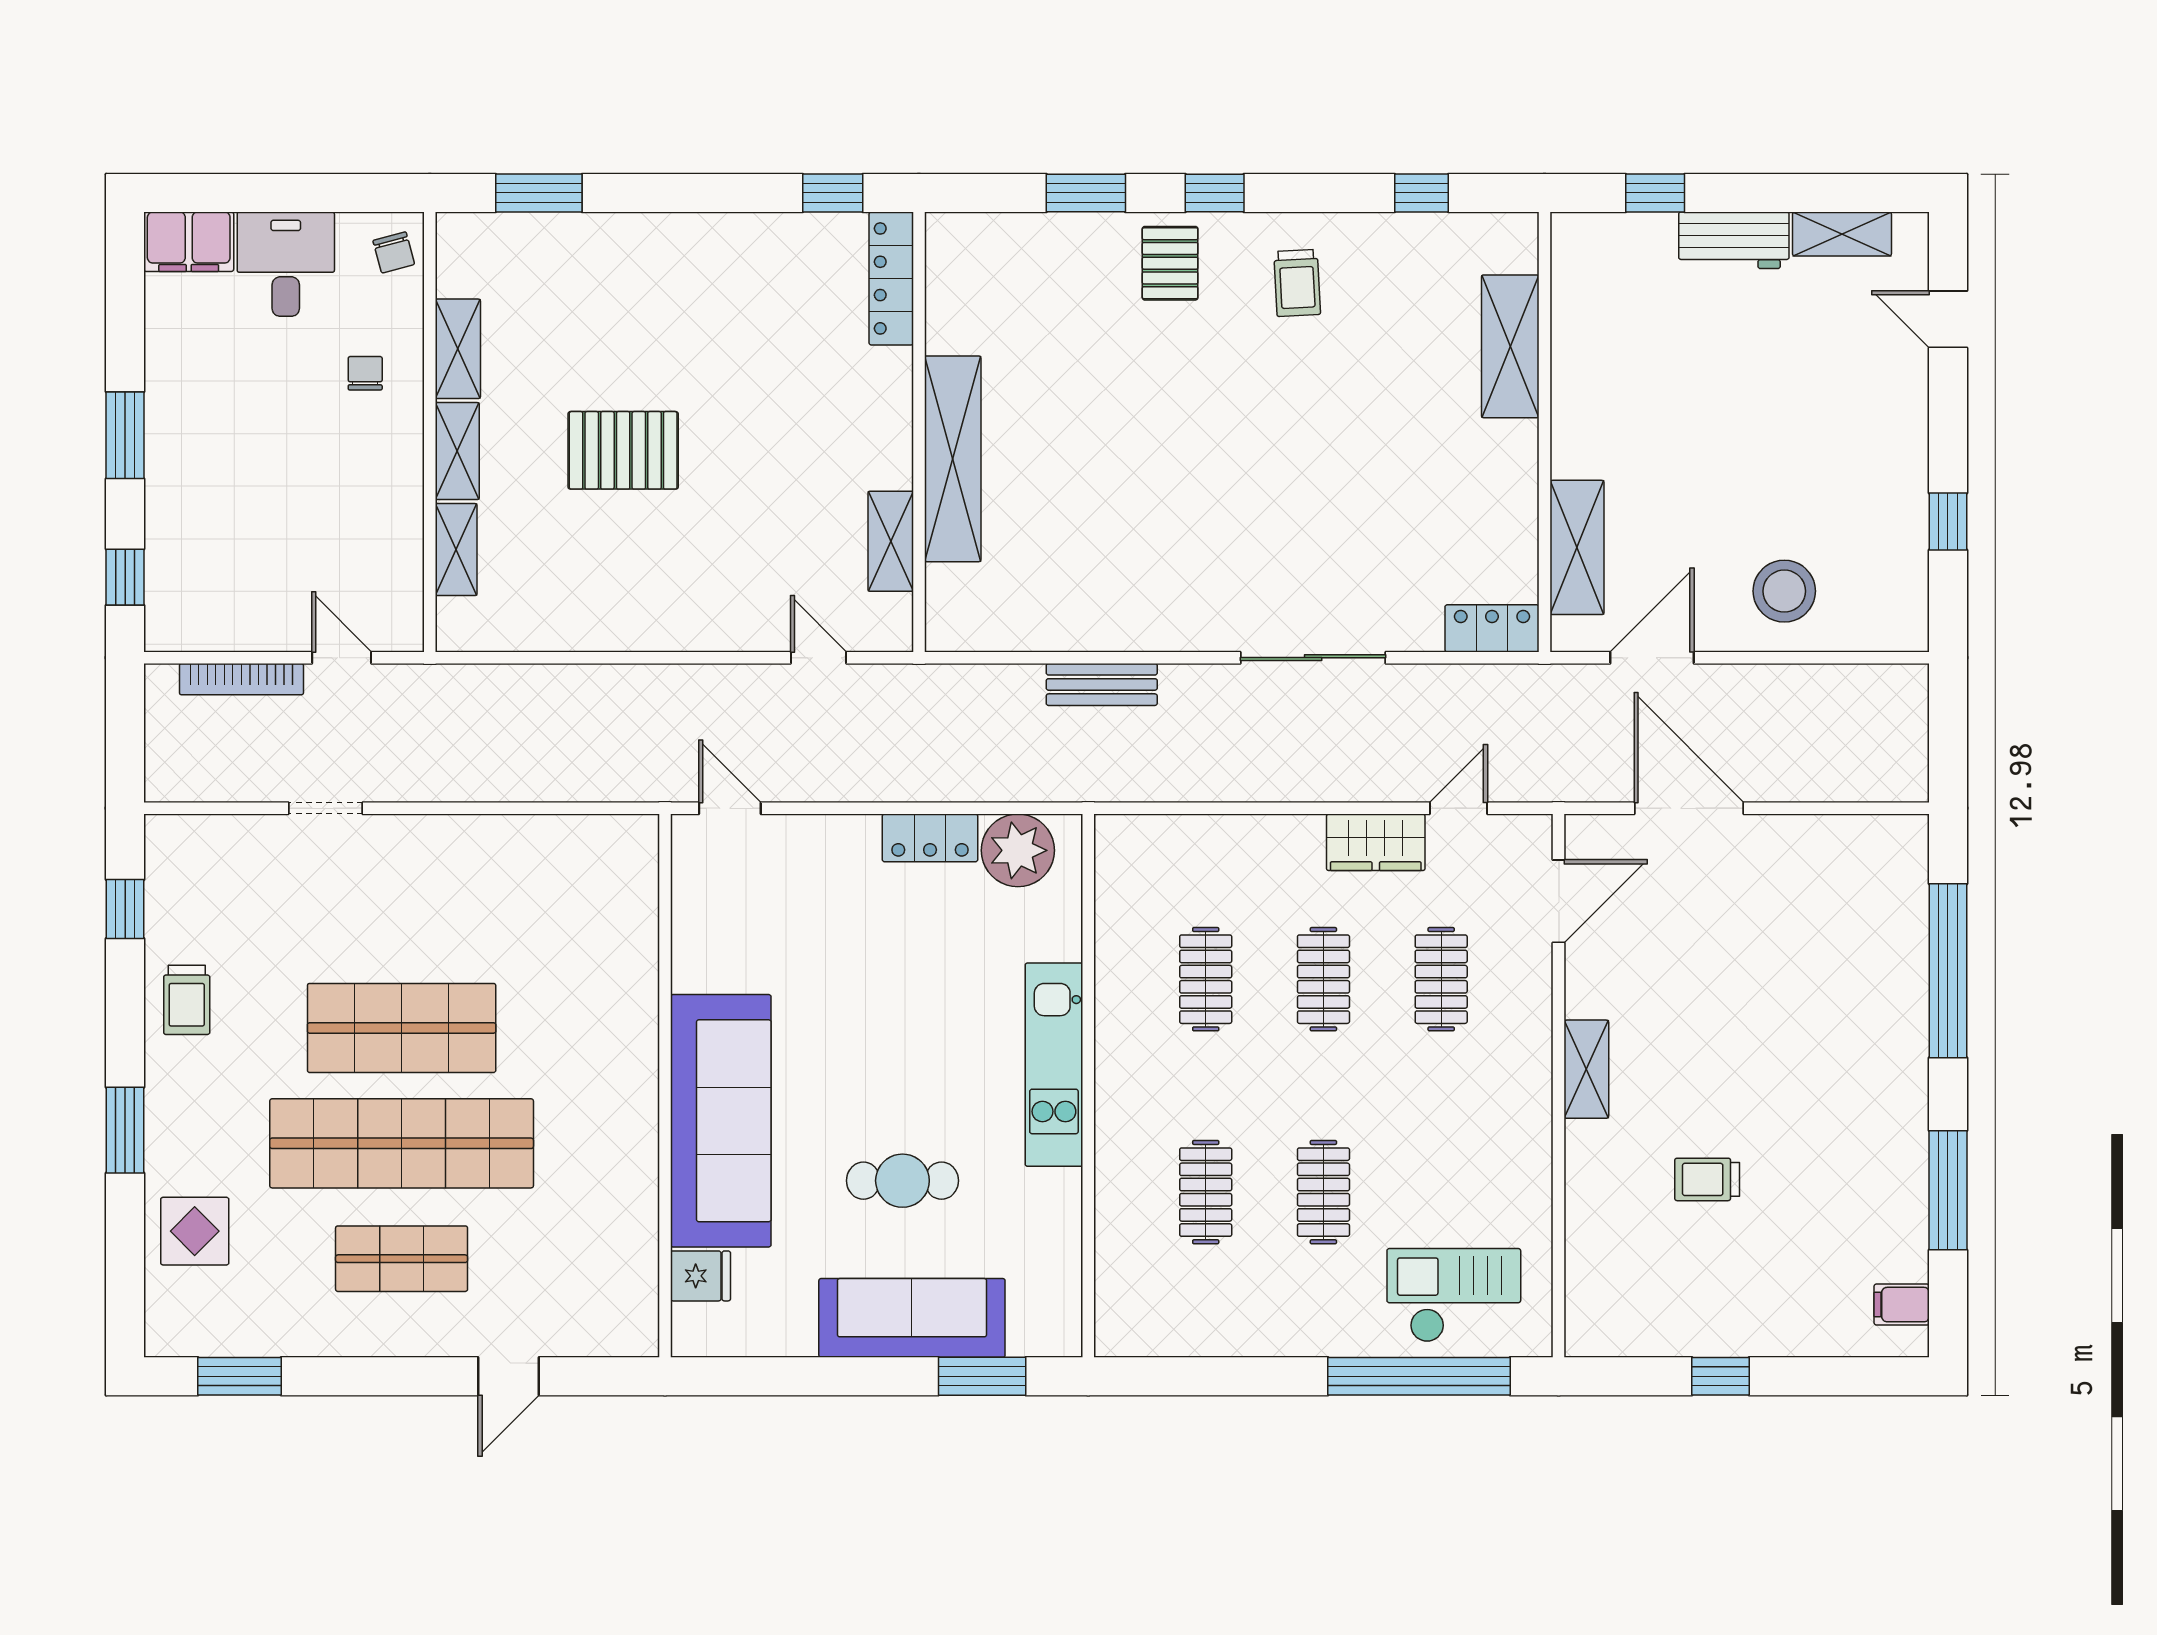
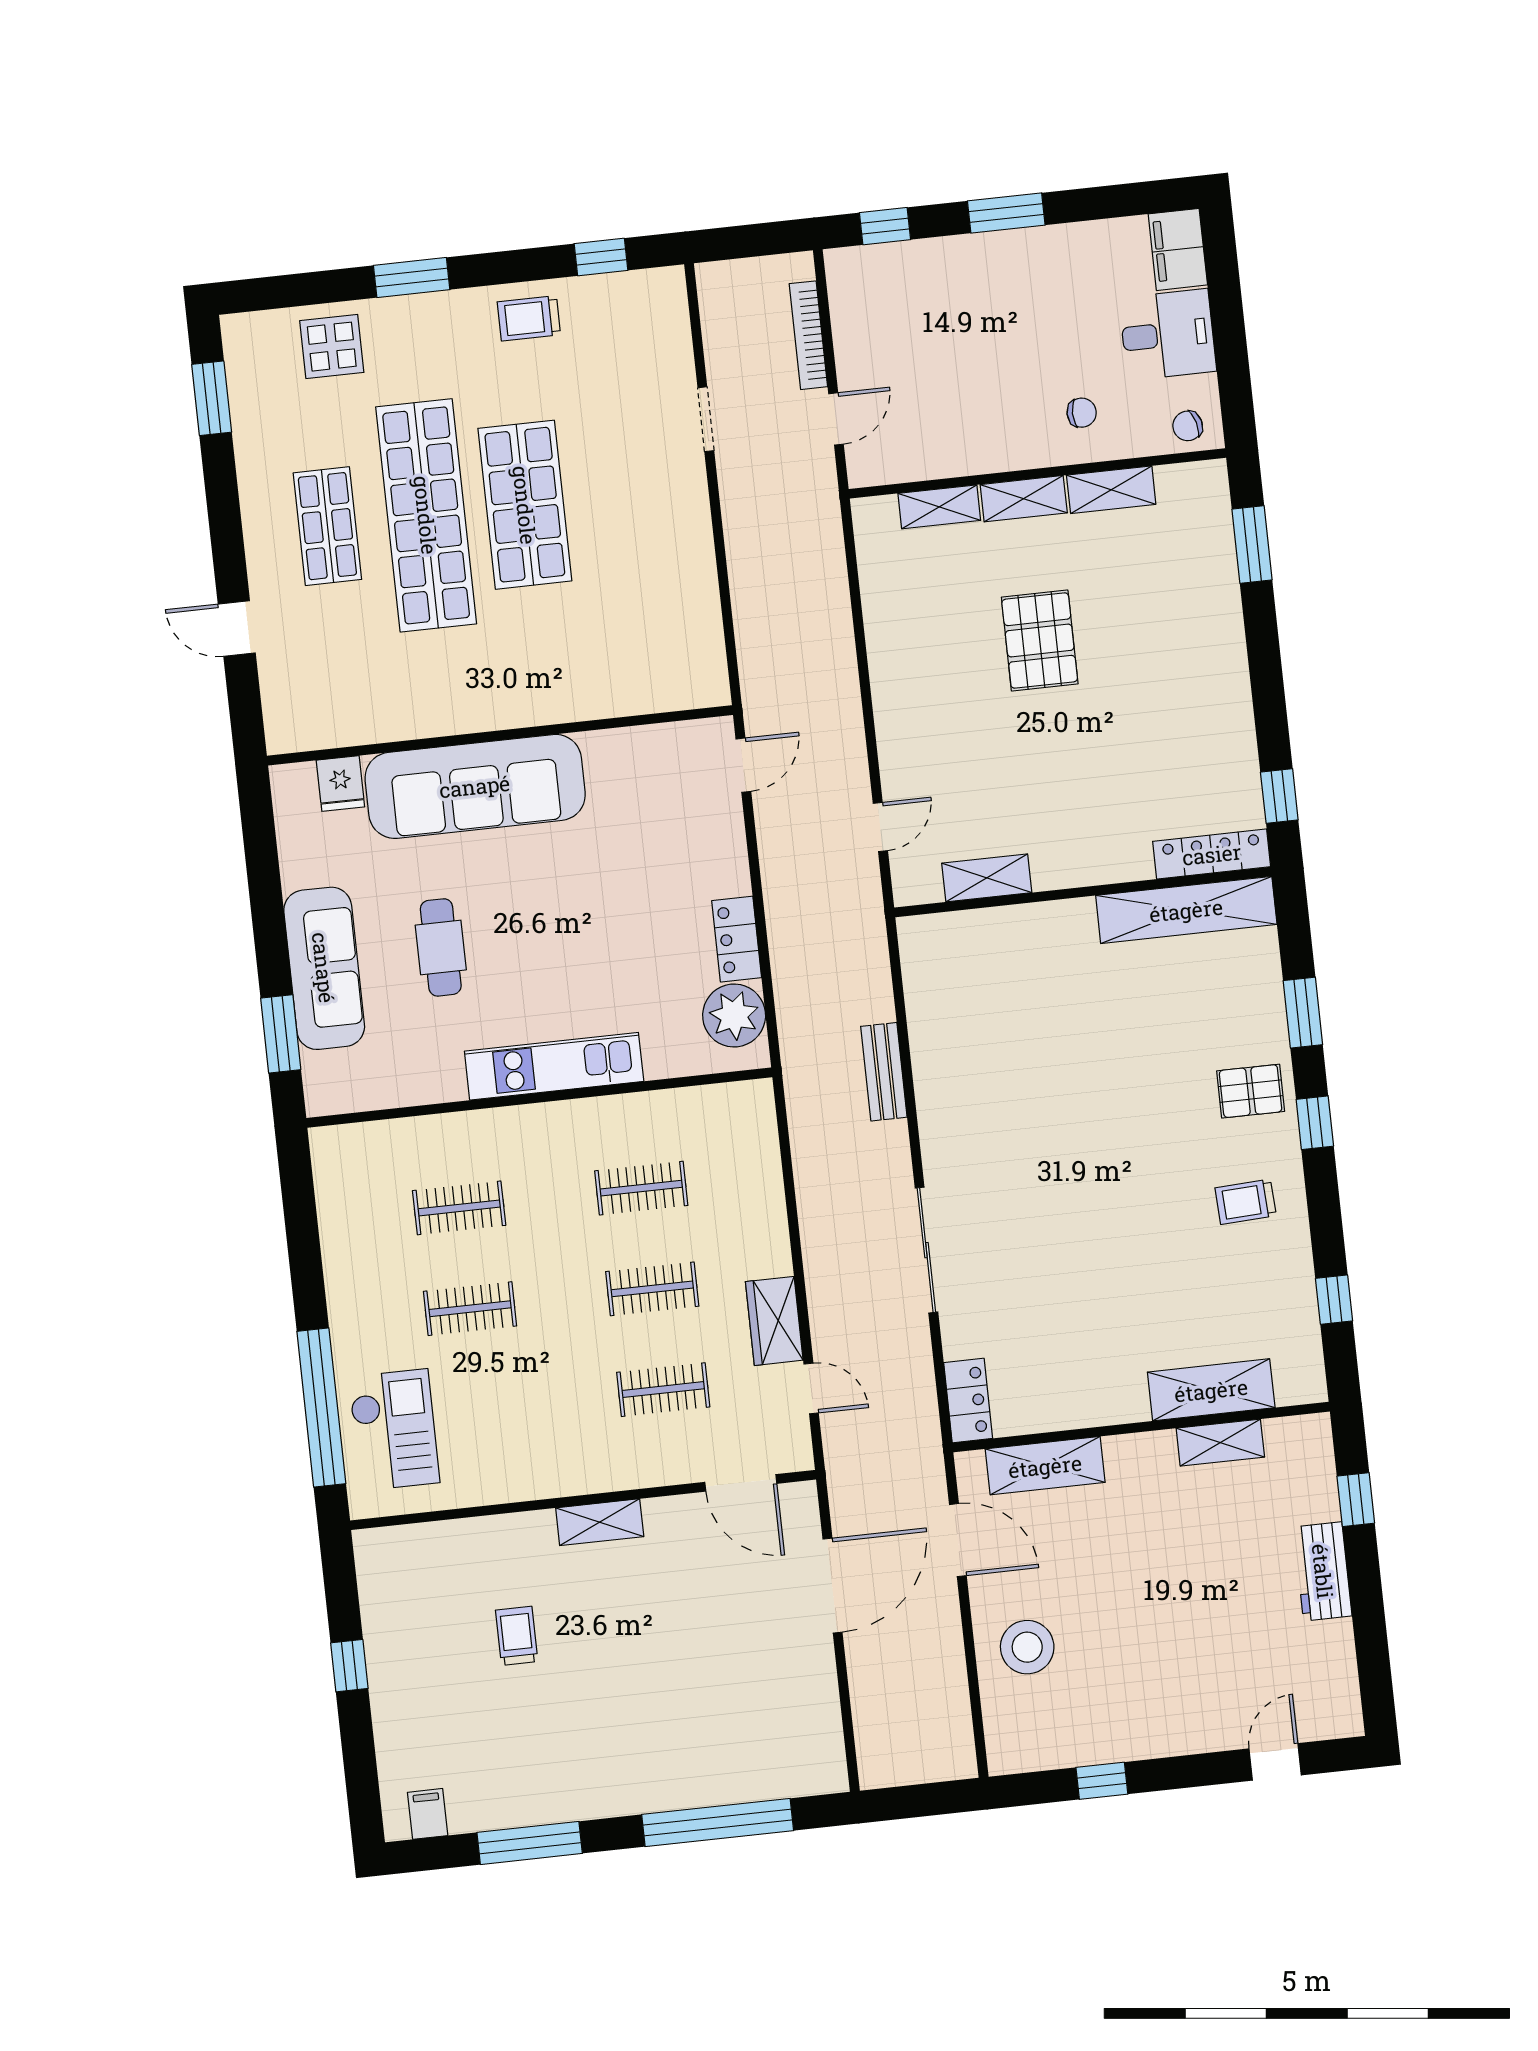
shelving: (1842, 234) -> (1220, 1443), moved, turned 90
shelving: (953, 459) -> (1186, 910), moved

